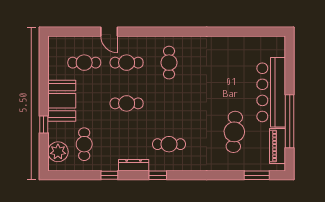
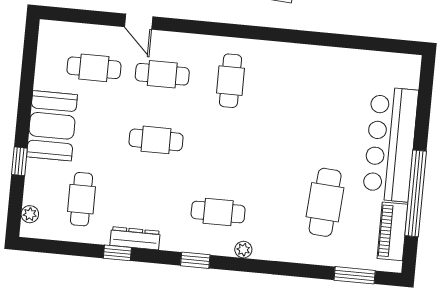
plant: (58, 152) -> (30, 214), width x0.53, depth x0.53
dresser: (134, 165) -> (135, 238), moved
plant: (187, 166) -> (243, 250), added

